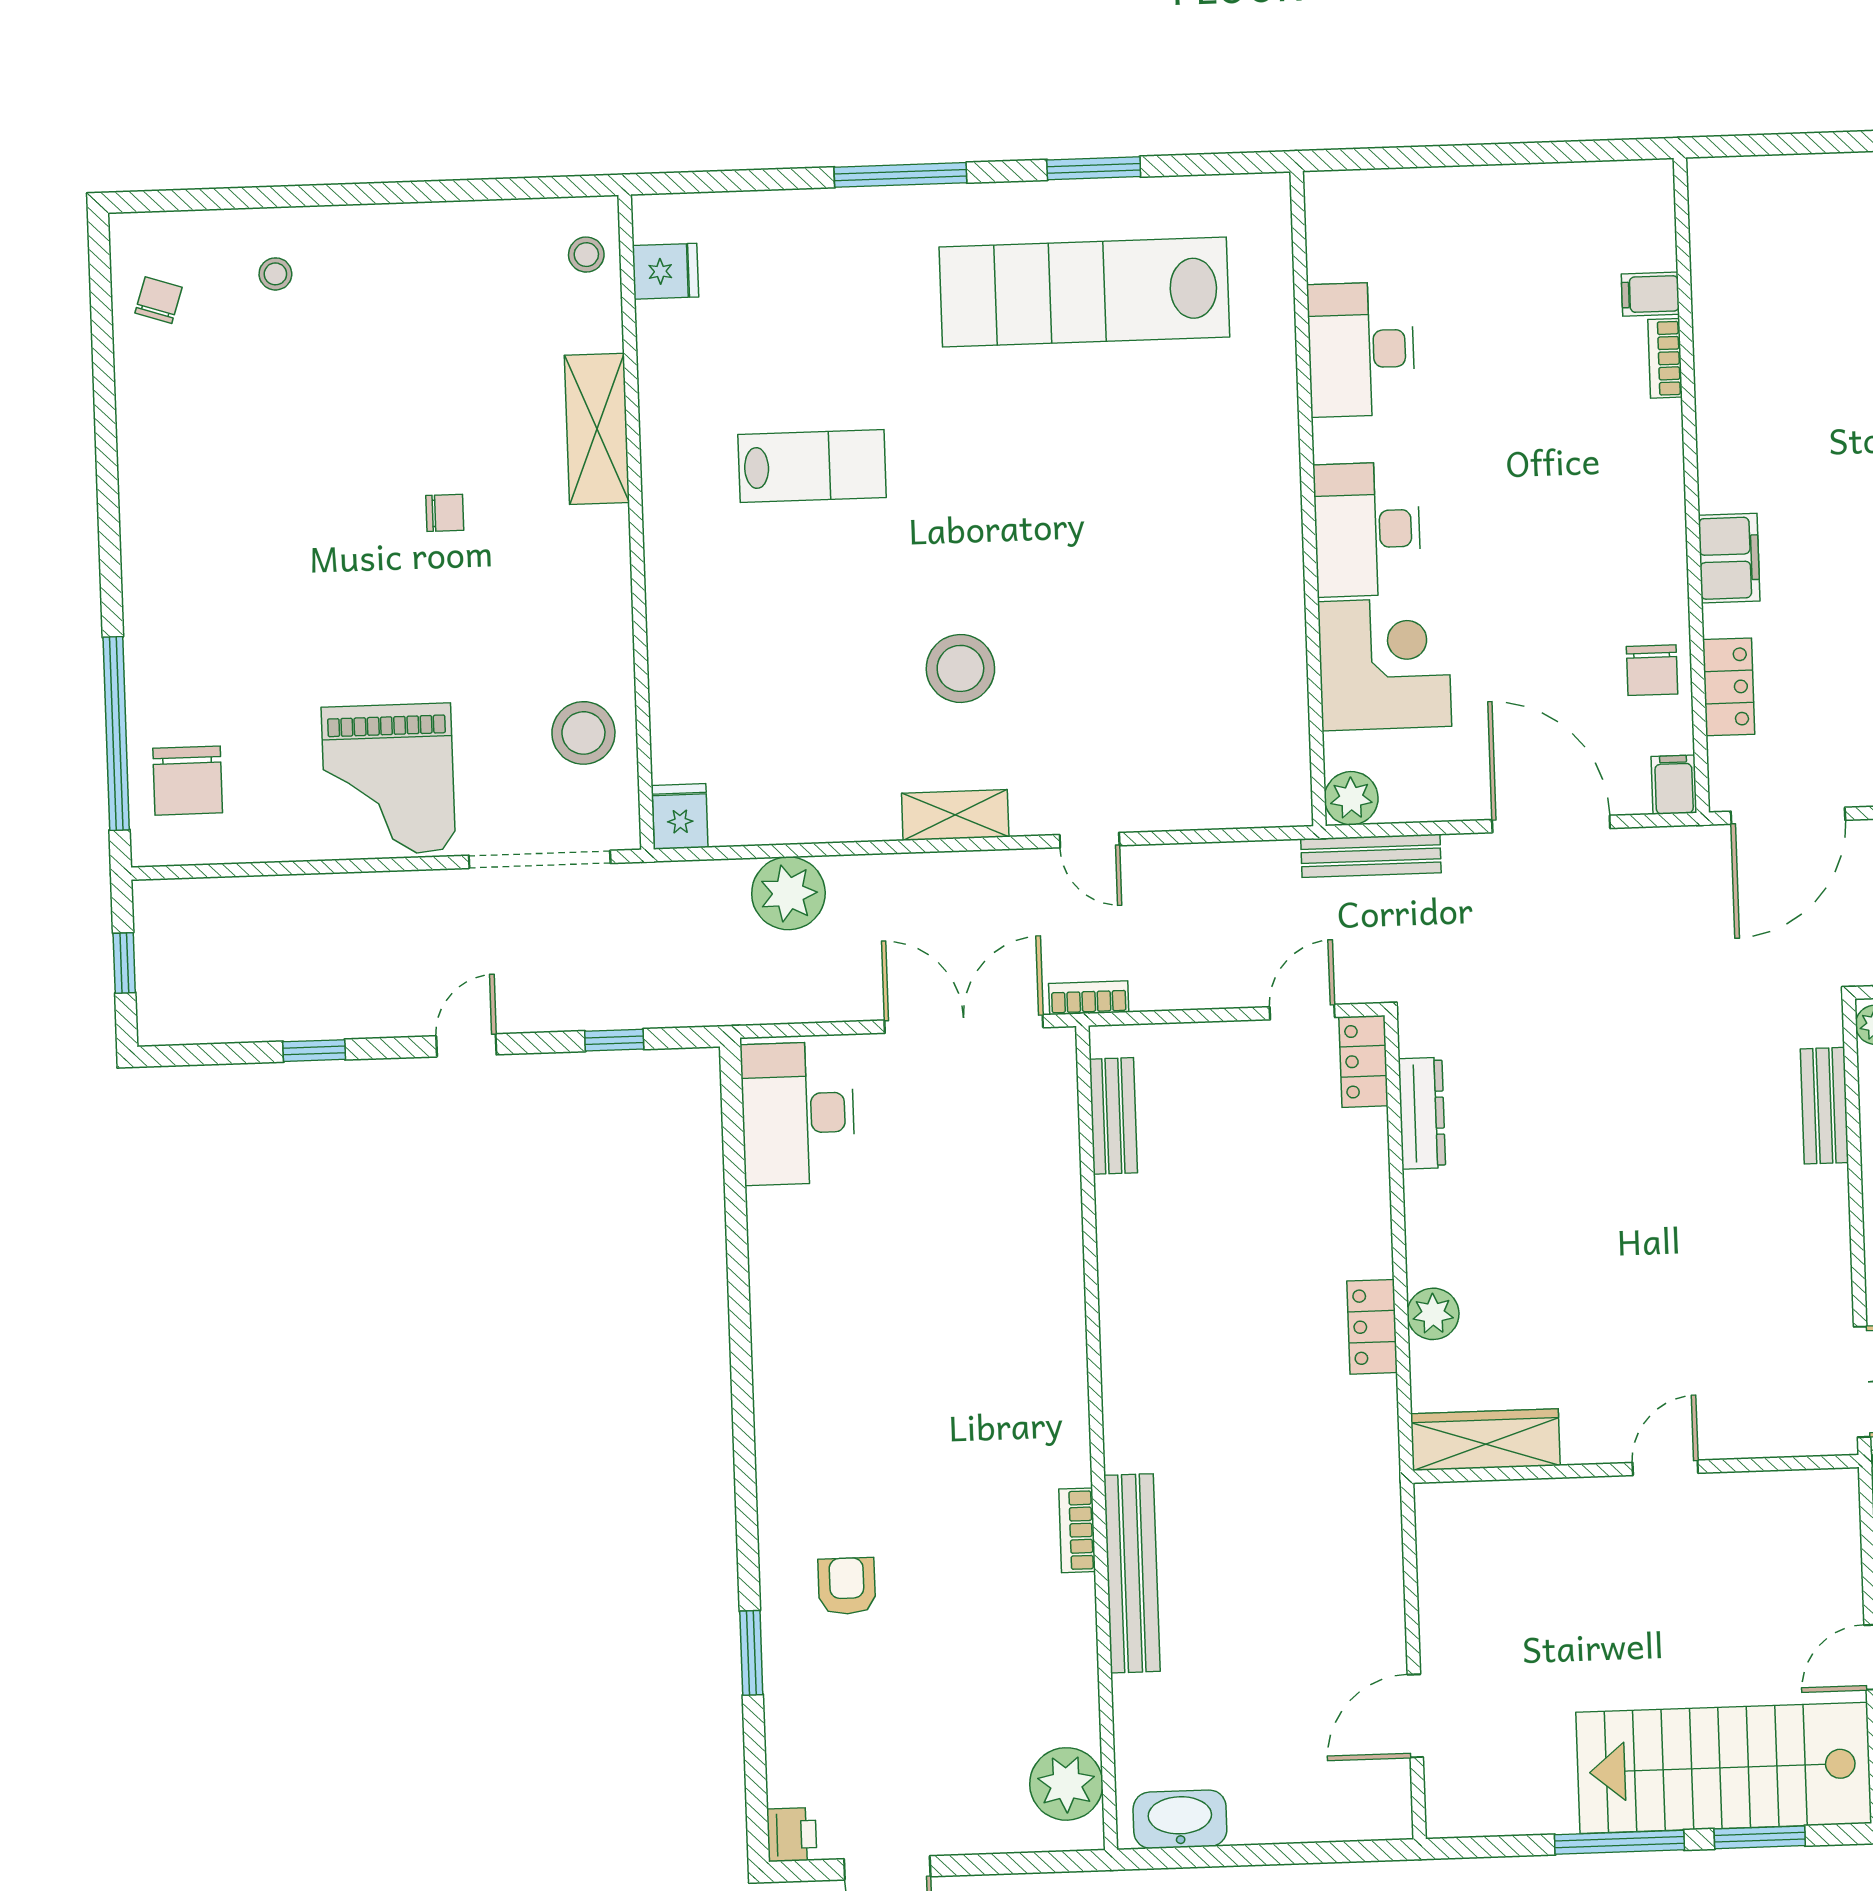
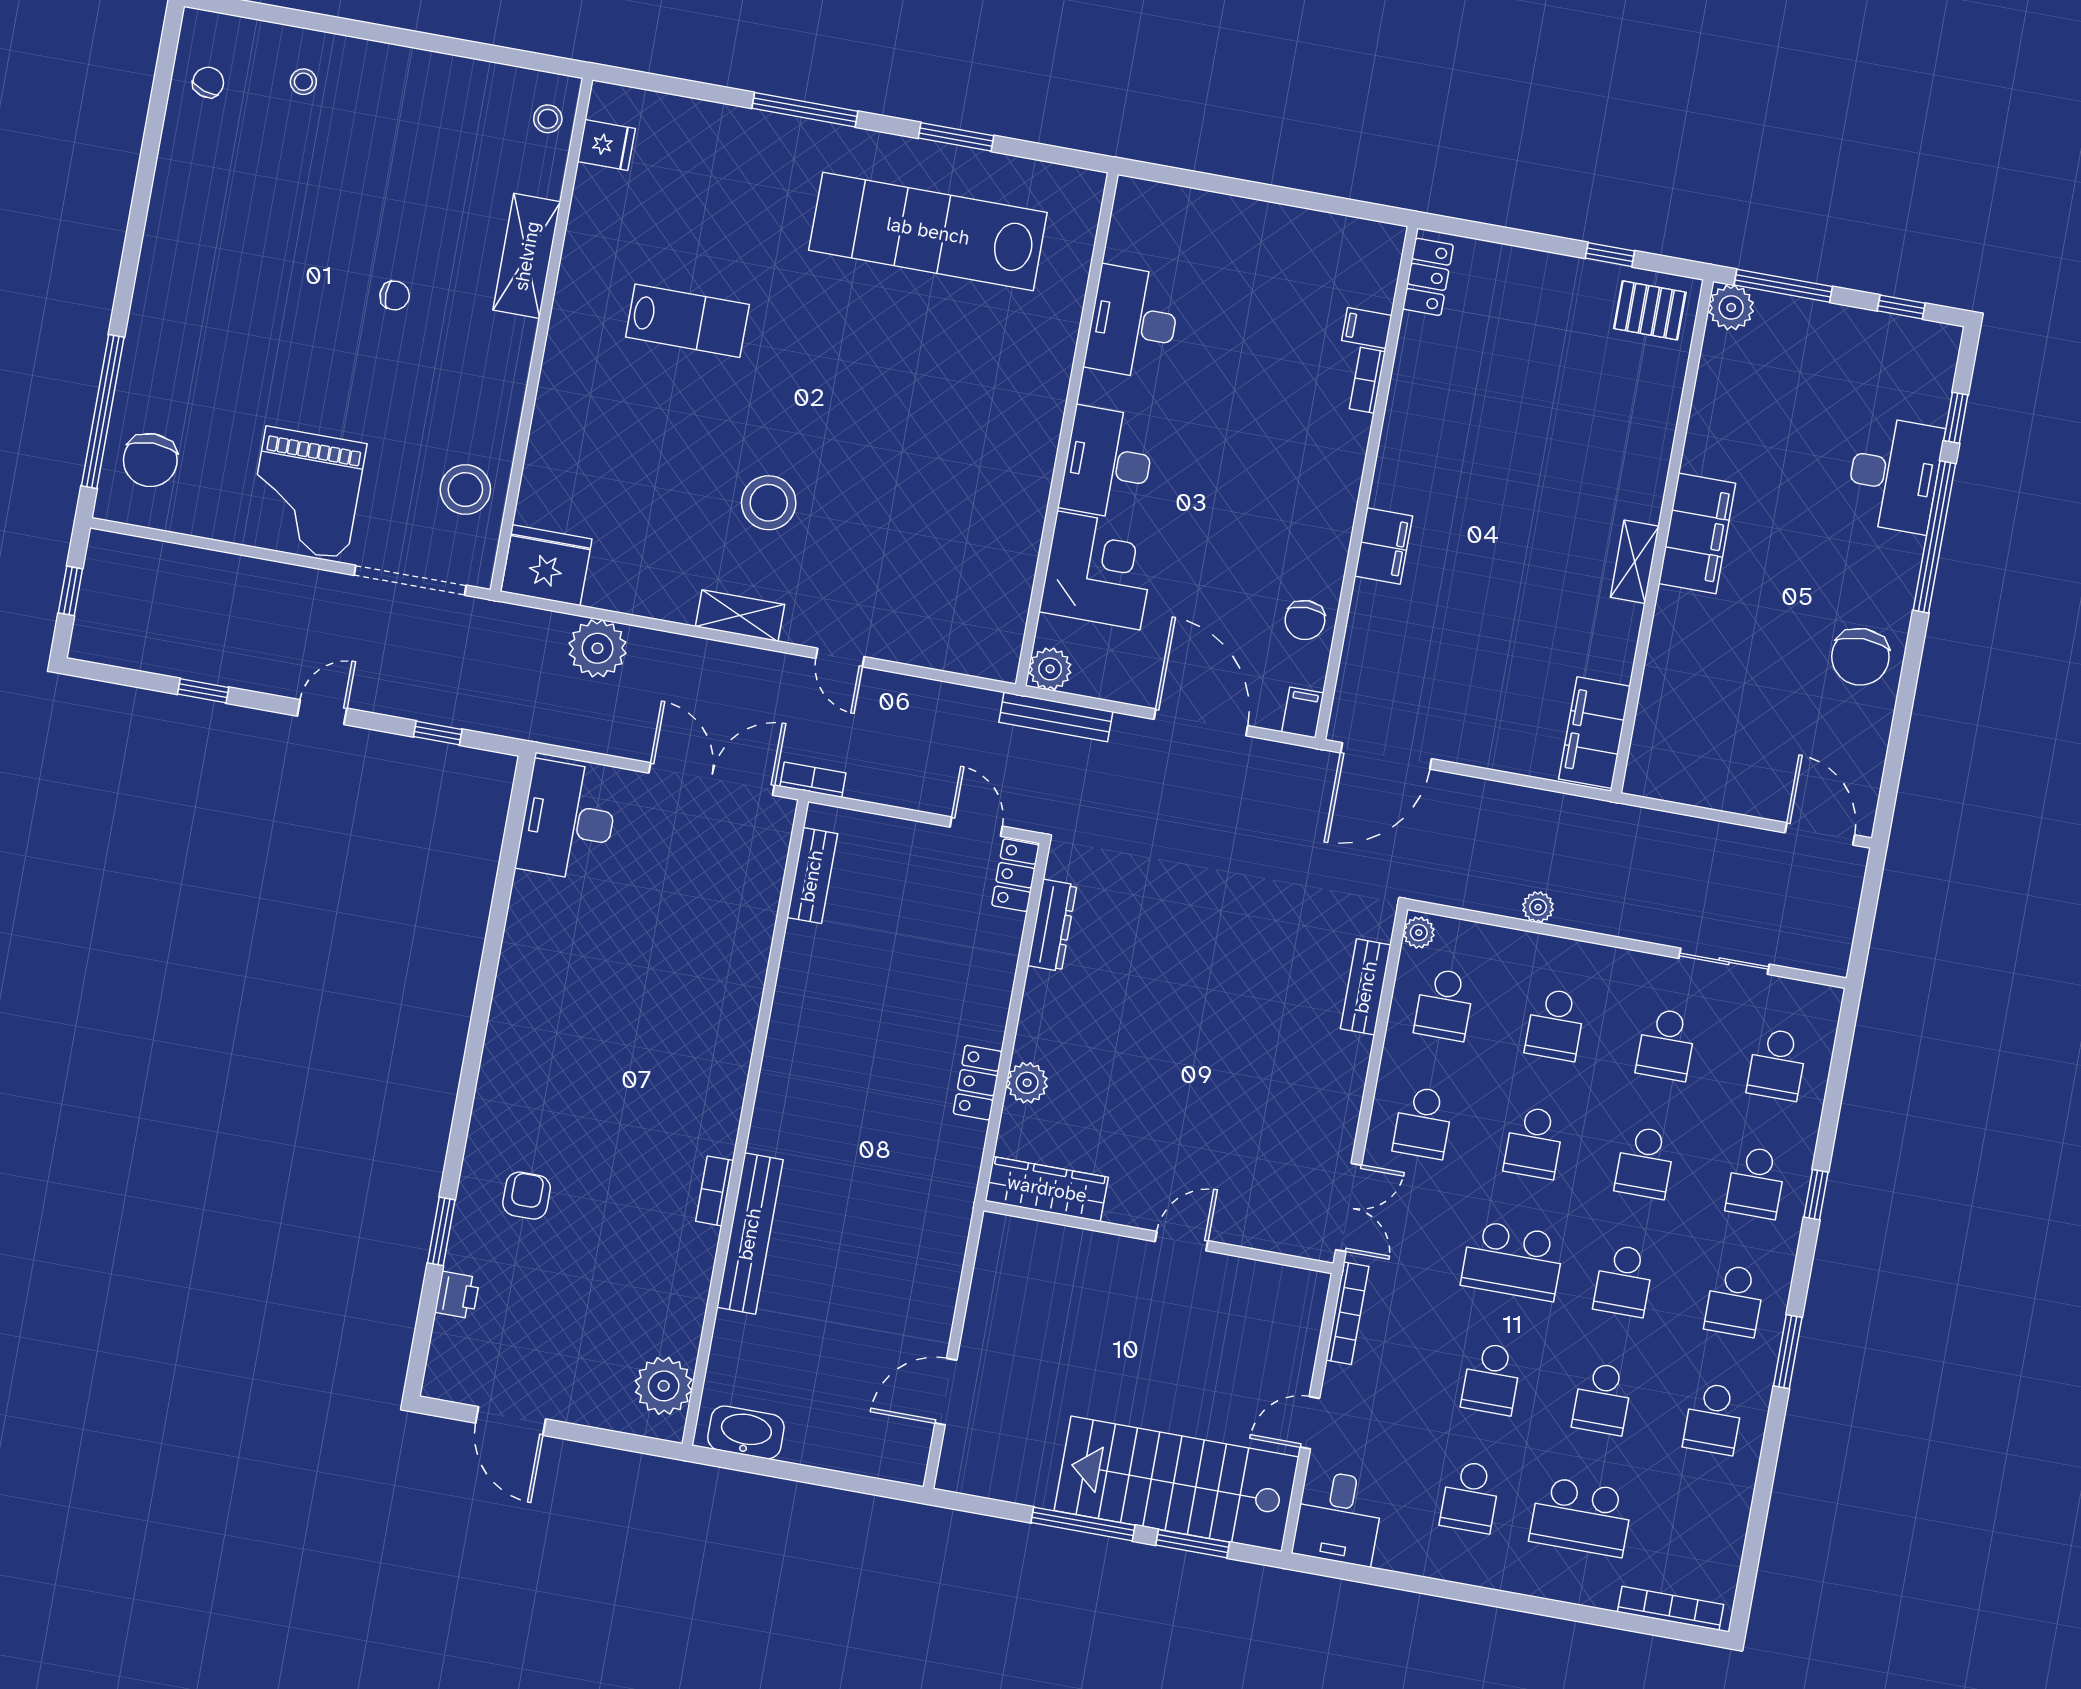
locker: (1729, 687) -> (1428, 277), moved
fridge: (680, 816) -> (546, 565), width x1.88, depth x1.34
door: (1302, 1012) -> (976, 827), hinge flipped
printer: (792, 1835) -> (457, 1295), moved

